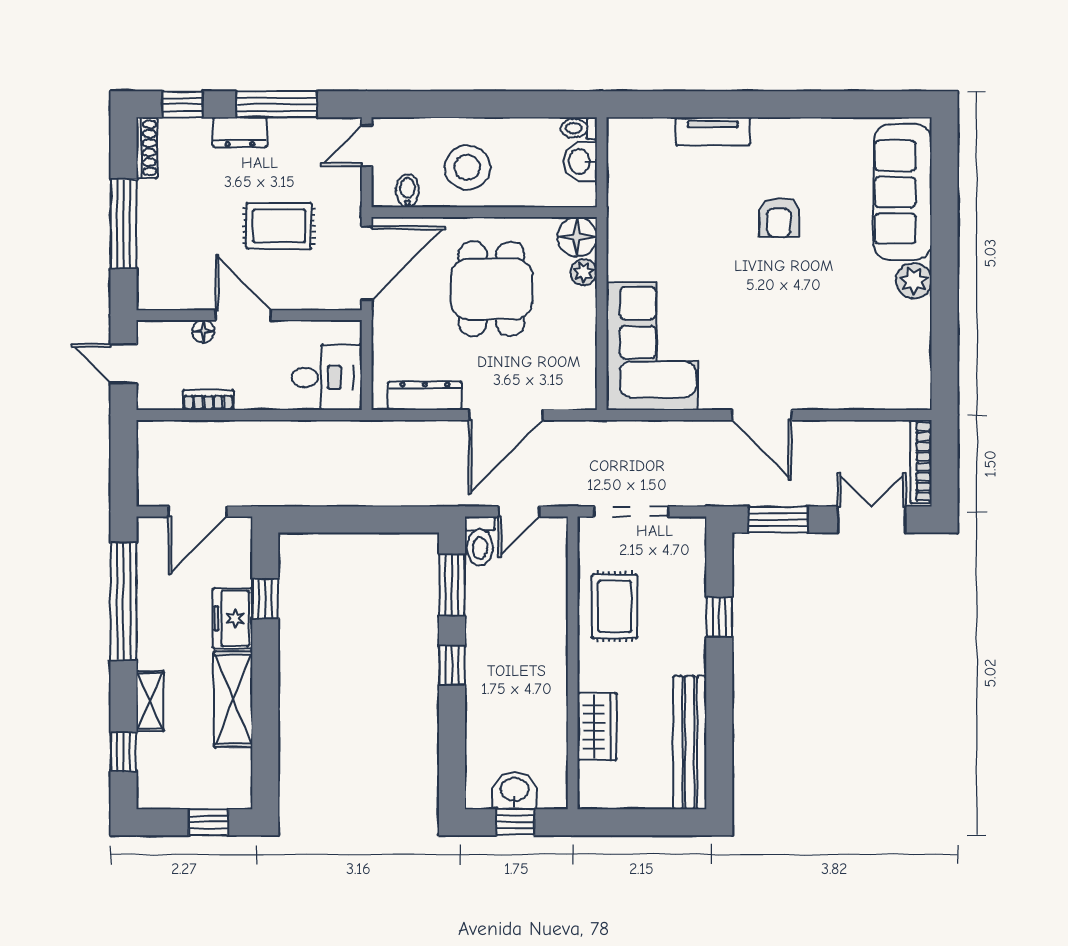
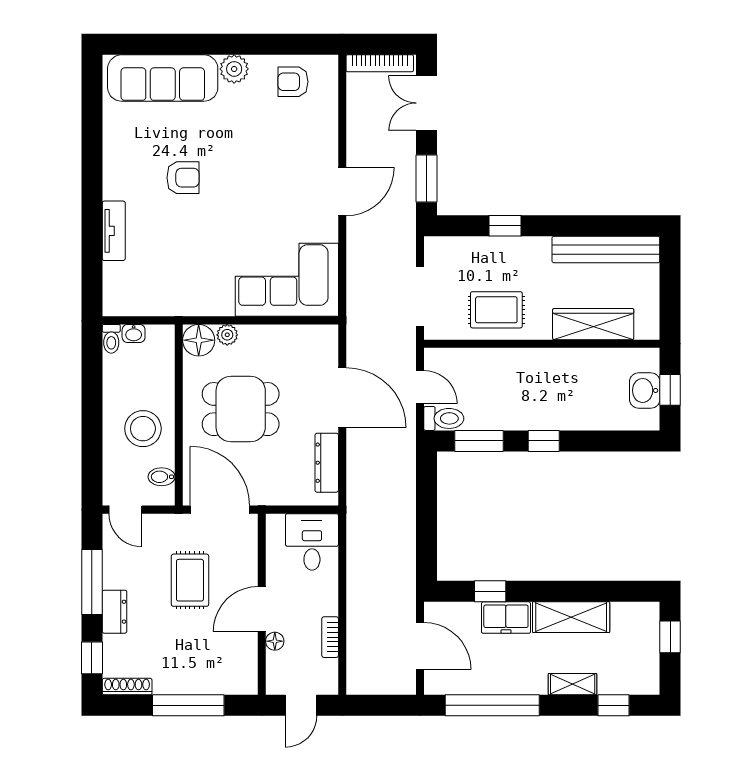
washbasin: (580, 161) -> (134, 333), width x0.72, depth x0.69
armchair: (898, 354) -> (293, 82), added
wardrobe: (597, 727) -> (593, 324), width x1.50

